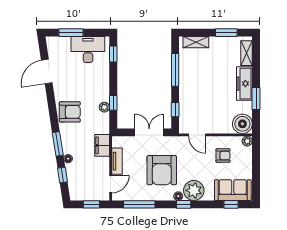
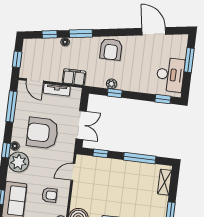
armchair: (223, 156) -> (49, 195), turned -90

